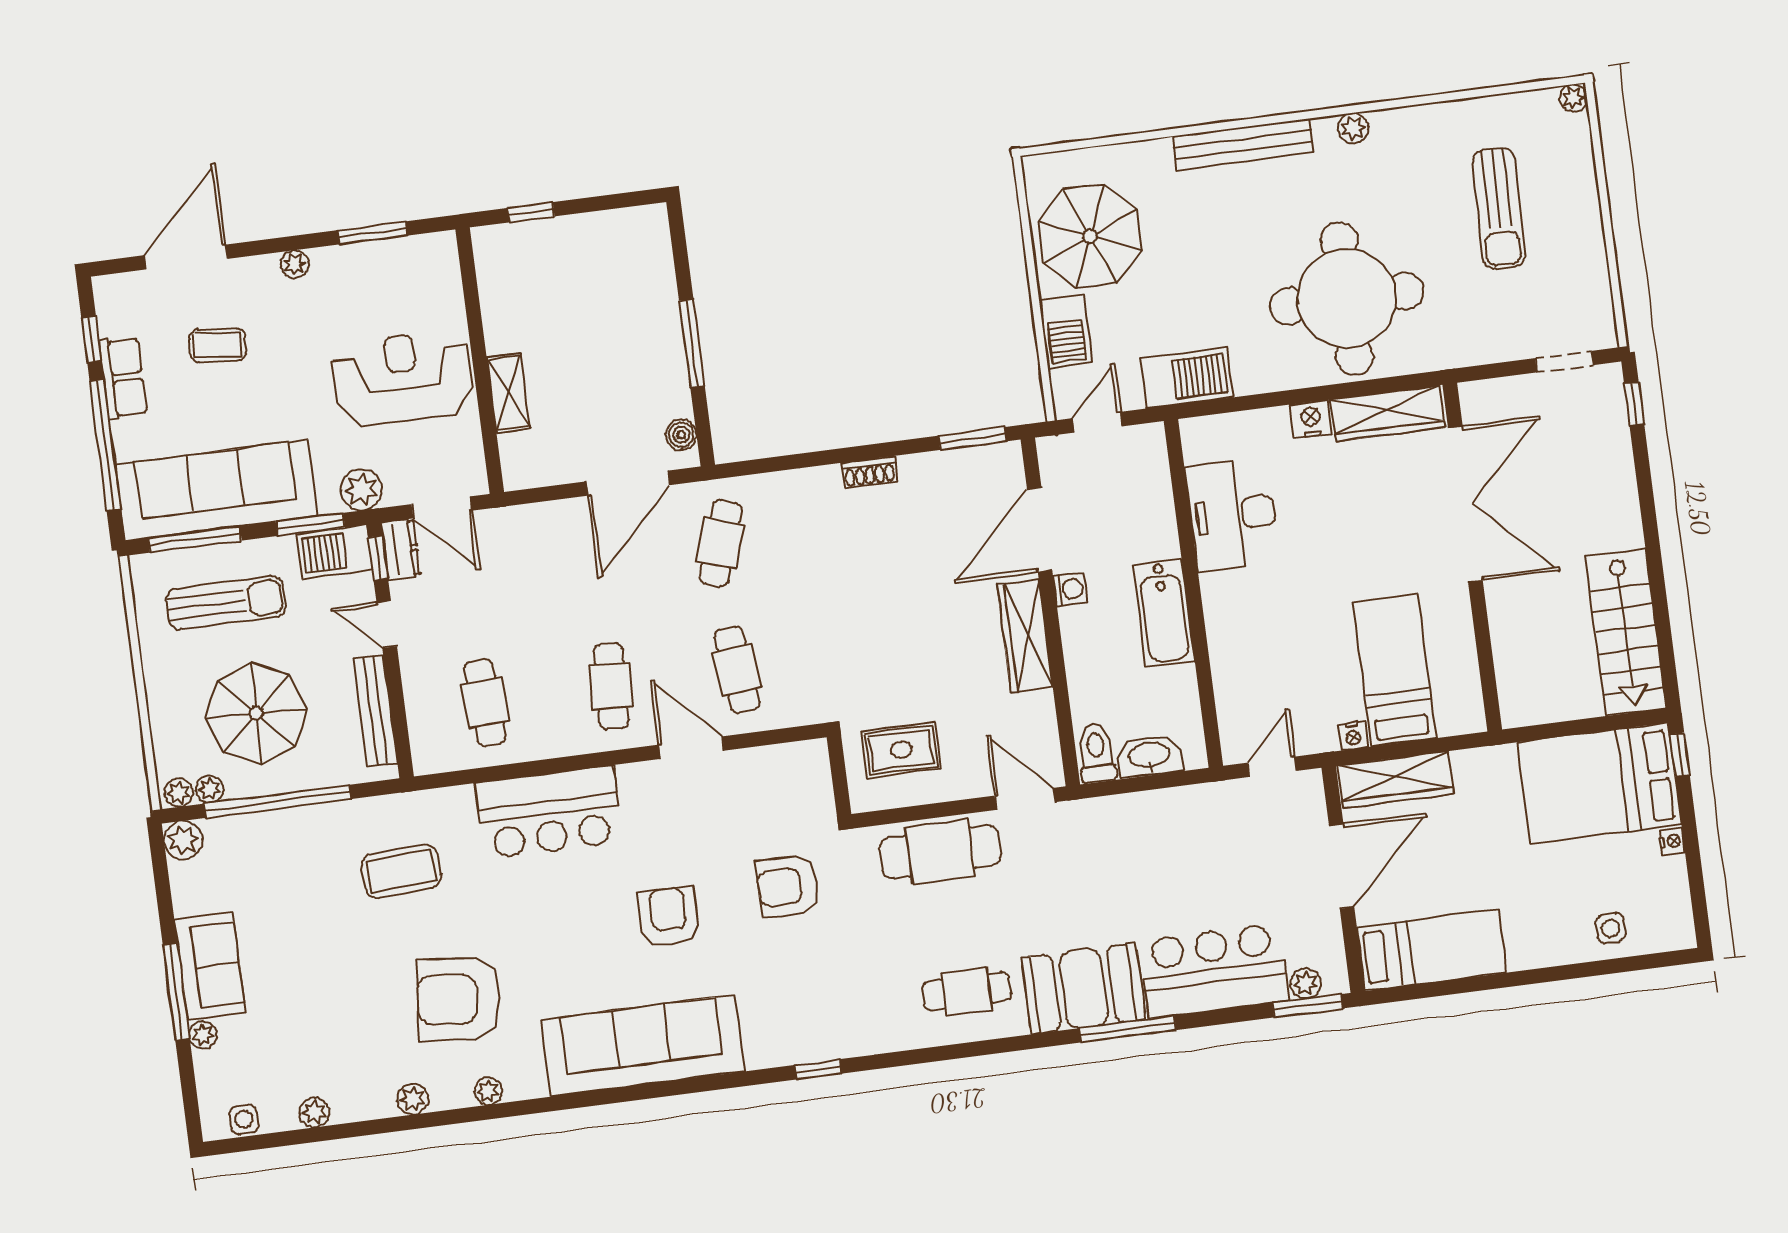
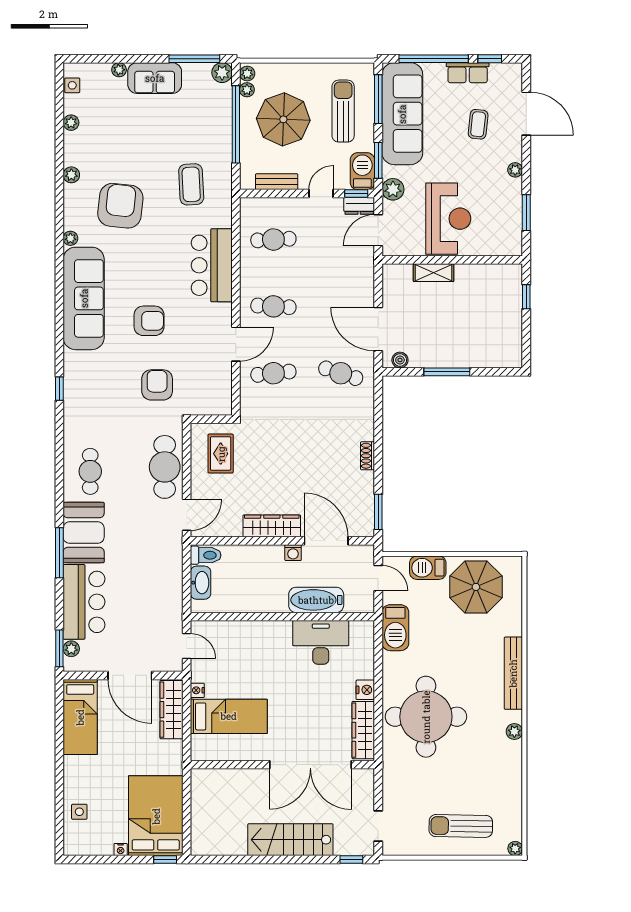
sun lounger: (1499, 208) -> (461, 826), moved
sun lounger: (226, 603) -> (343, 111), turned 180
bathtub: (1164, 613) -> (316, 600), moved
stairs: (1626, 632) -> (290, 840), moved
bench: (375, 711) -> (277, 182), width x0.73
window: (176, 992) -> (194, 59), moved
plant: (488, 1091) -> (70, 238), moved

